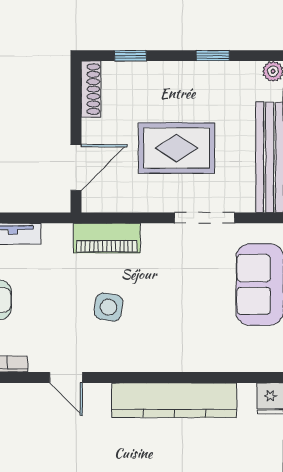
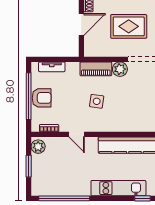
door: (76, 167) -> (81, 24), moved
plant: (158, 239) -> (120, 69), added

